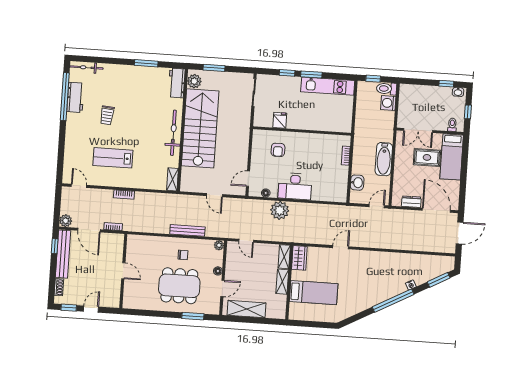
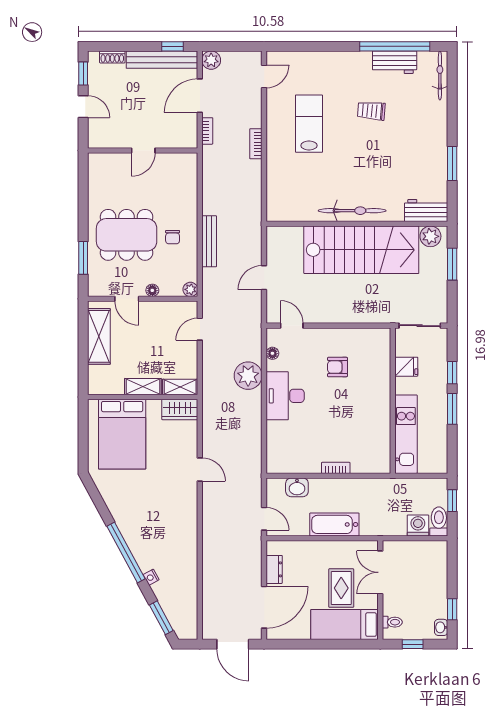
kitchen unit: (328, 86) -> (406, 434), moved, turned 180
fridge: (280, 120) -> (406, 367), moved
wall: (302, 131) -> (393, 401), moved
shelving: (173, 179) -> (283, 214), removed
dining table: (179, 286) -> (127, 235), turned 90
bed: (314, 293) -> (122, 434), width x1.50

